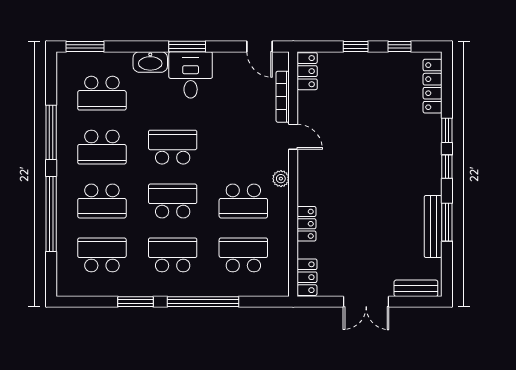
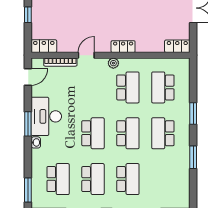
washbasin: (150, 62) -> (36, 142), width x0.52, depth x0.69
desk: (191, 75) -> (46, 116), width x1.37
school desk: (173, 147) -> (93, 133), turned 180
school desk: (173, 201) -> (128, 133), turned 180
locker: (306, 224) -> (123, 47), moved
school desk: (102, 255) -> (163, 179), removed
window: (203, 302) -> (193, 114), width x0.47

